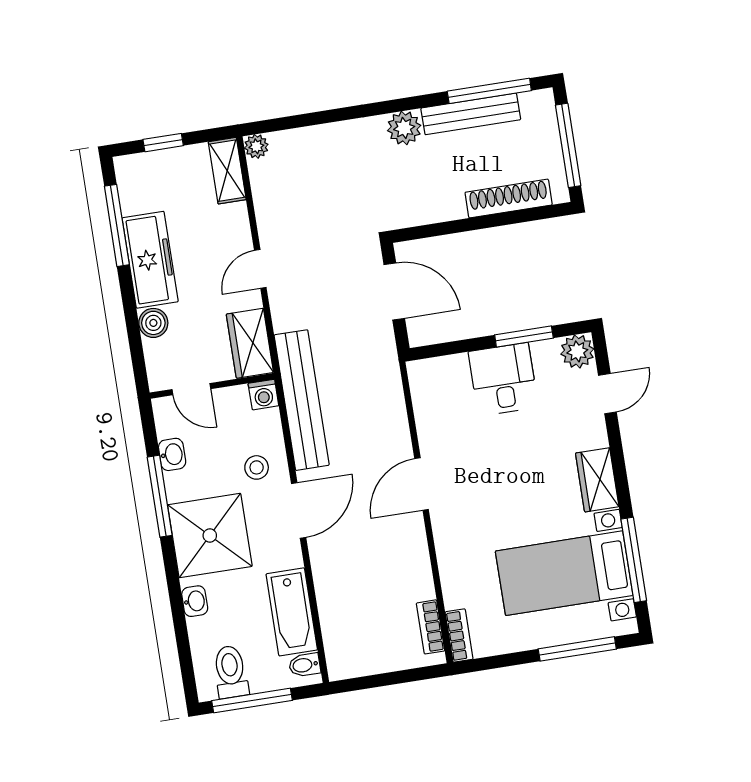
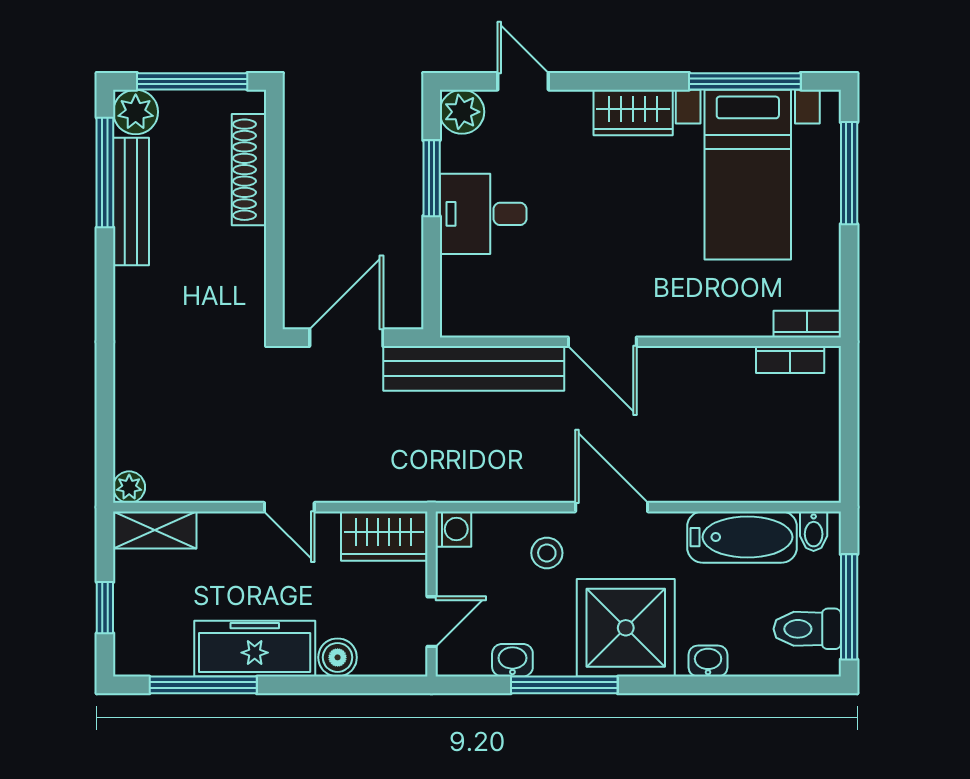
plant: (404, 128) -> (136, 112), moved
bench: (302, 400) -> (474, 368), moved

